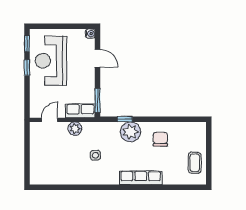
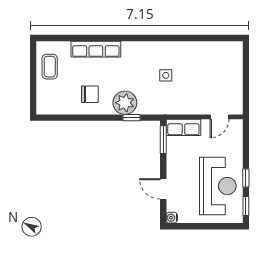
plant: (75, 129) -> (190, 107), removed
chair: (160, 139) -> (90, 94), turned -90
row of seats: (141, 178) -> (96, 49), moved

